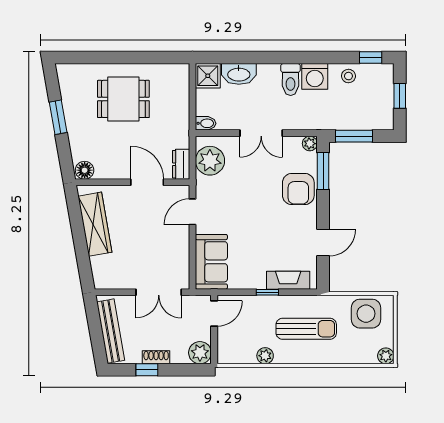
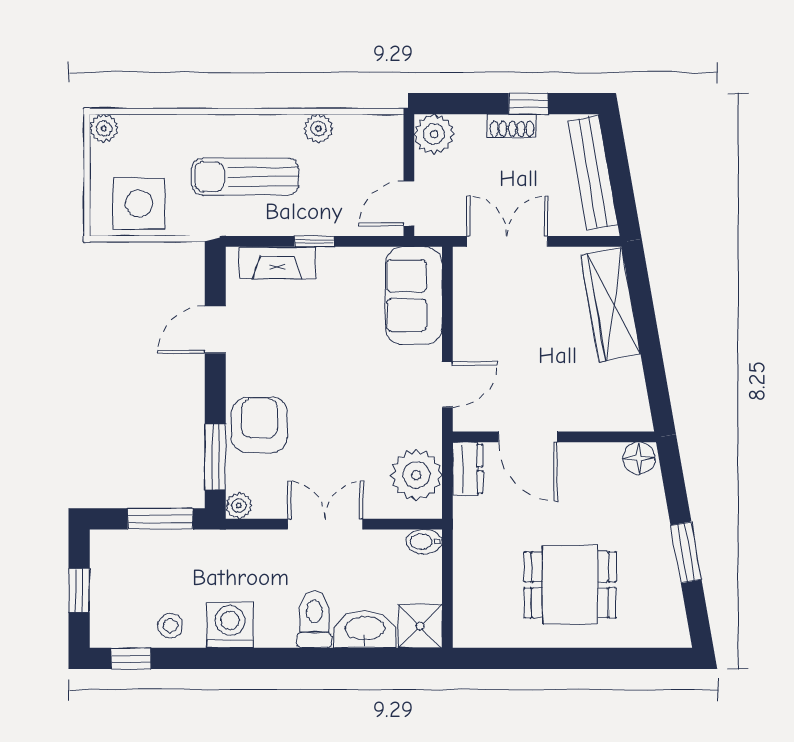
toilet: (291, 79) -> (314, 619), moved
wardrobe: (95, 224) -> (611, 305), moved

